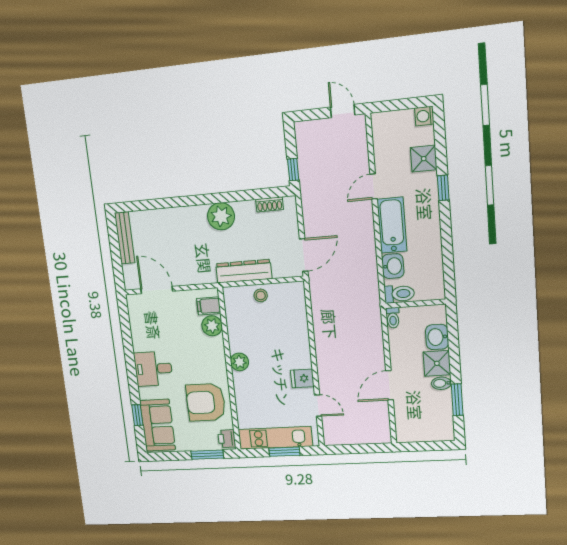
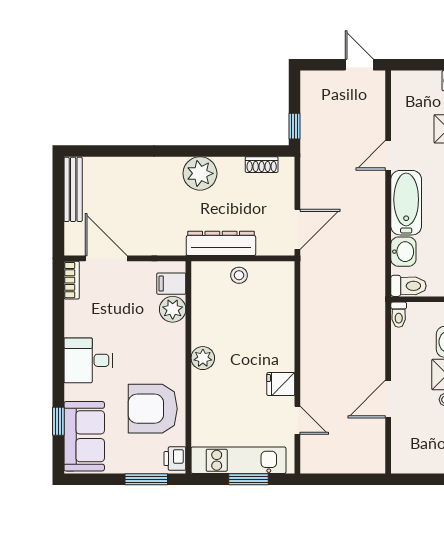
bookcase: (133, 309) -> (72, 280), added

